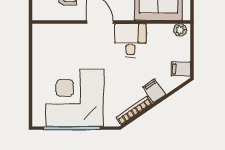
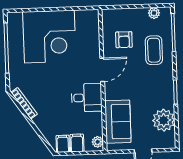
filing cabinet: (154, 91) -> (77, 143), moved, turned -56
corner desk: (75, 98) -> (49, 37), moved, turned 90

